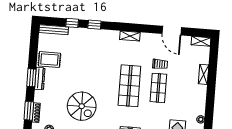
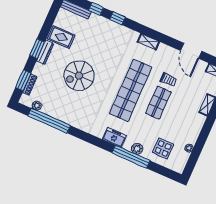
shop shelf: (129, 86) -> (131, 90), width x1.40
spiral stairs: (82, 106) -> (79, 76), moved, turned 90

